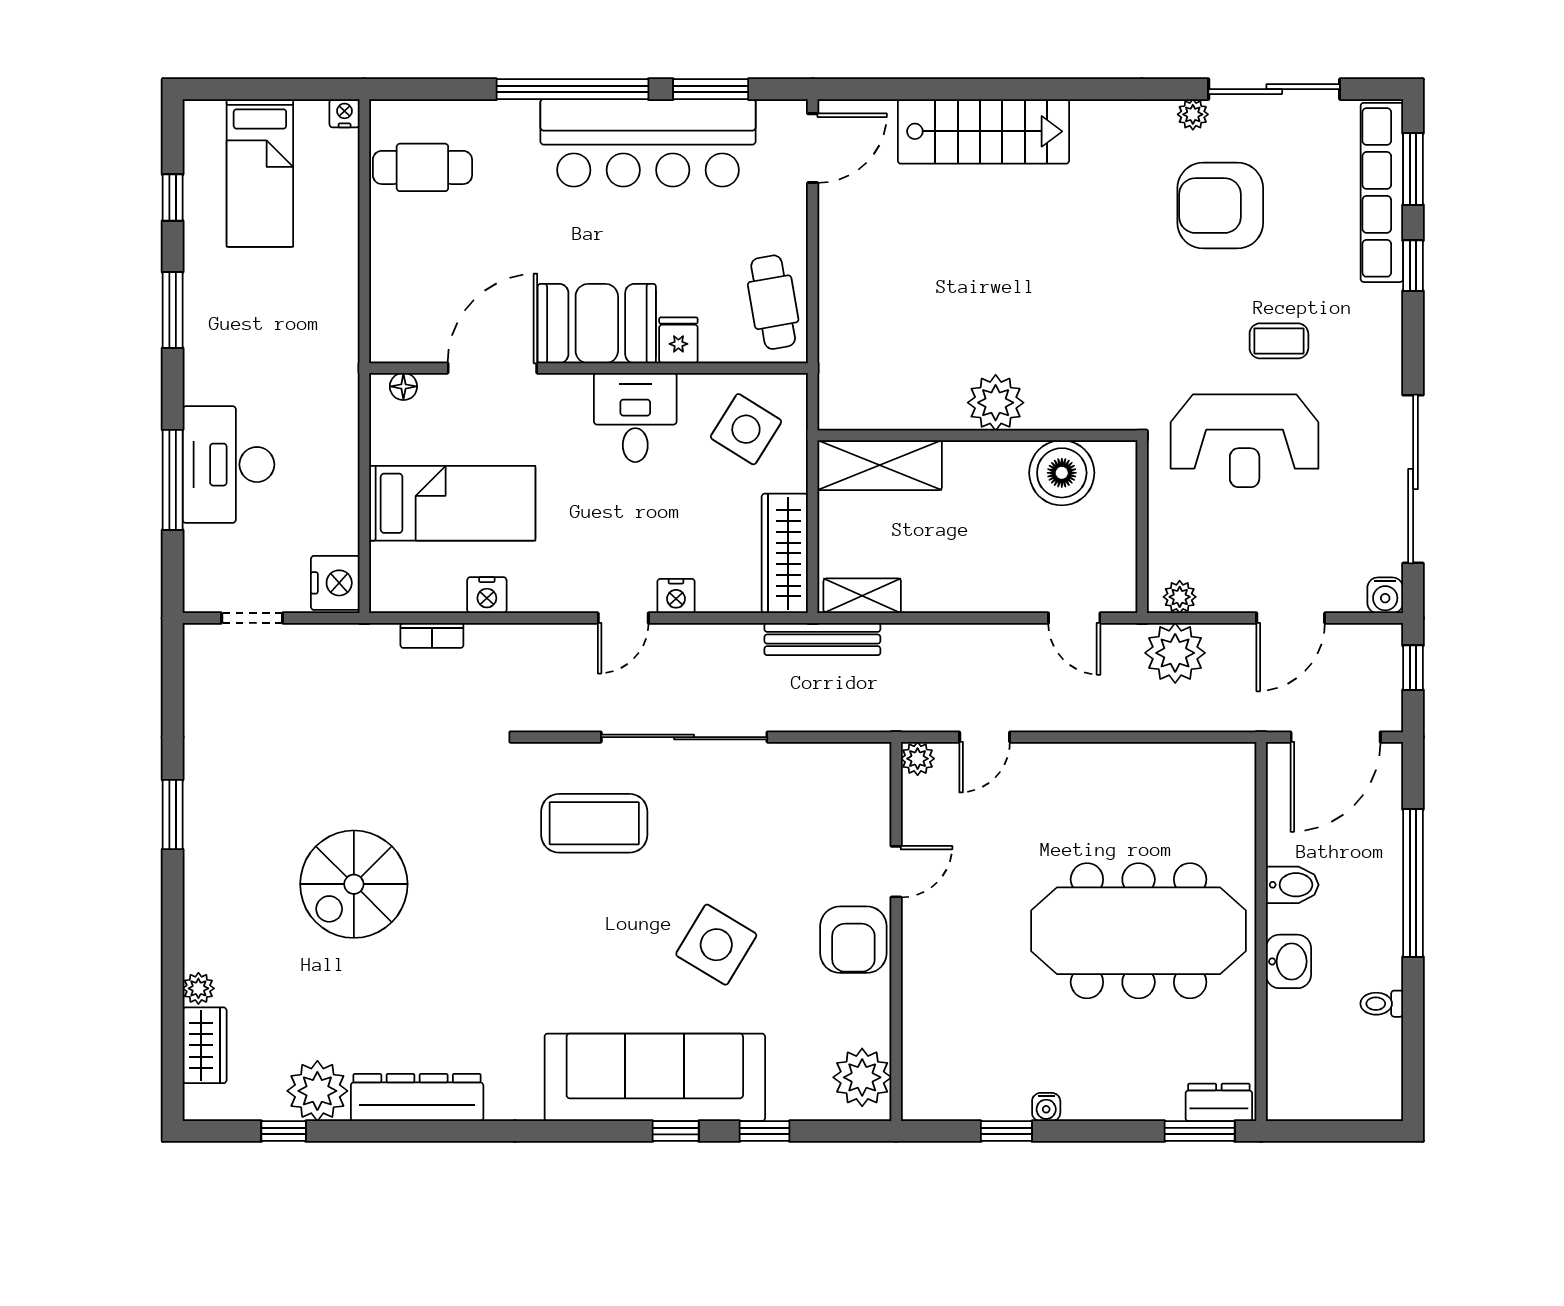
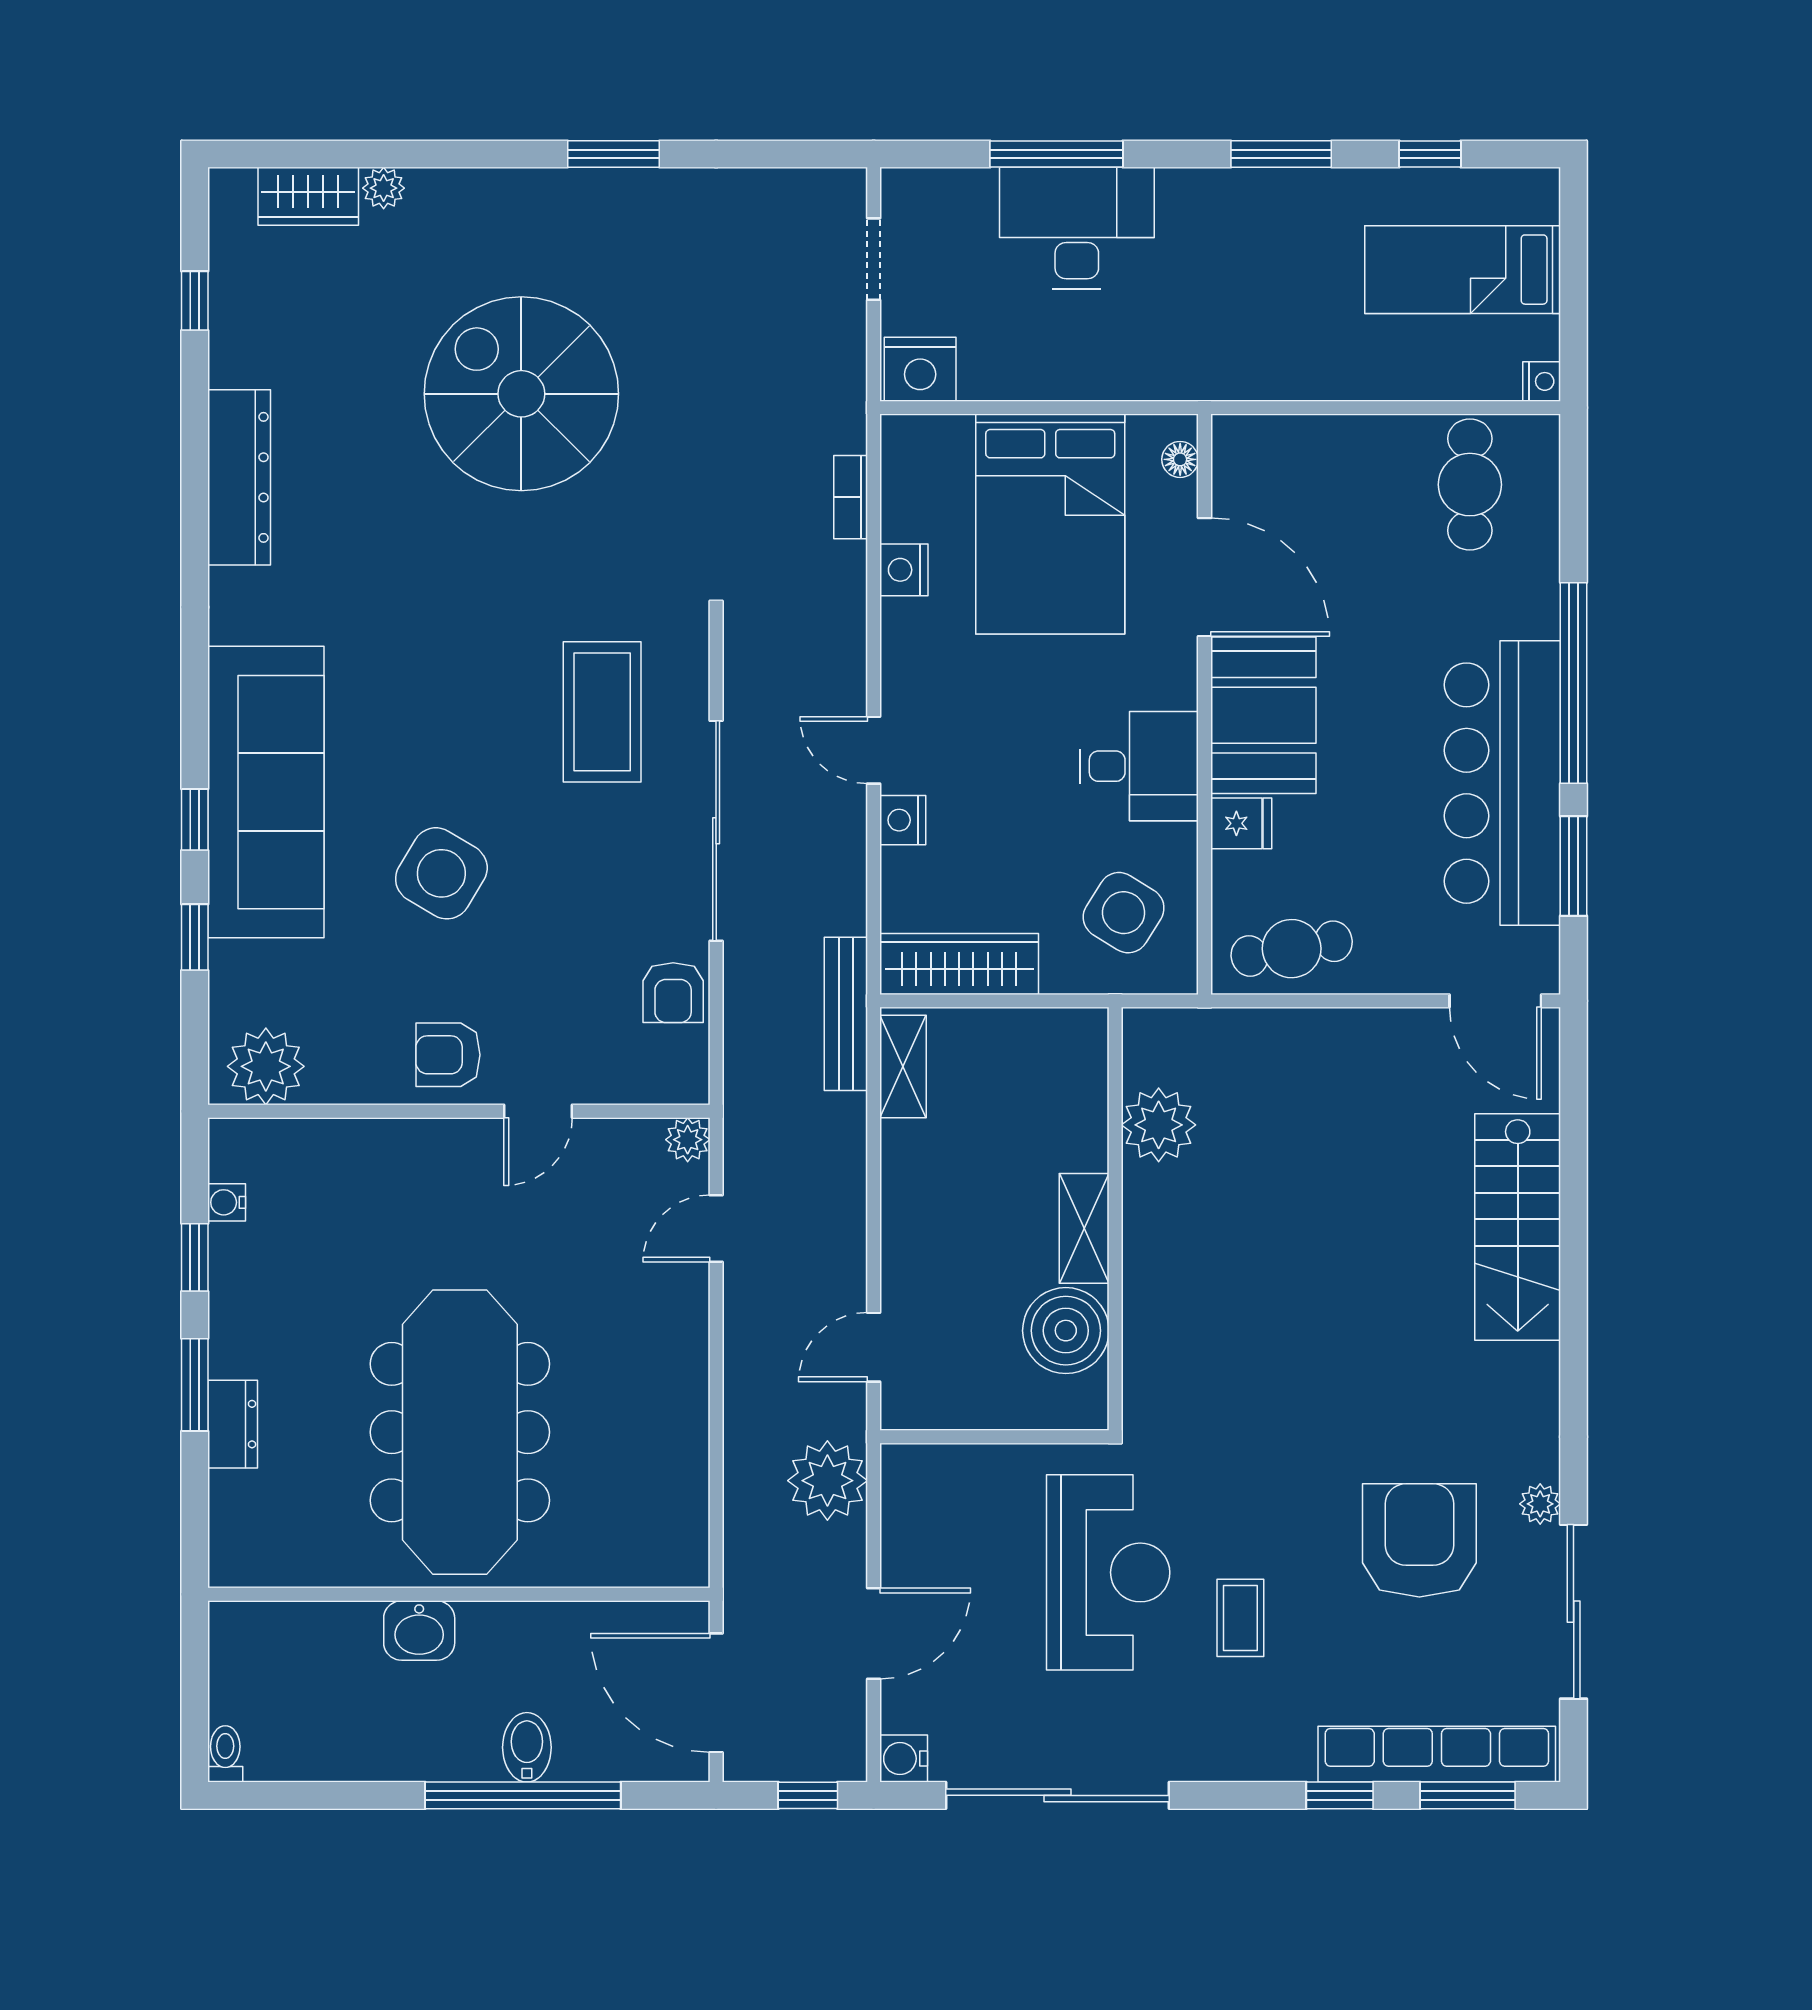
plant: (996, 403) -> (1159, 1125), moved
reception desk: (1245, 441) -> (1108, 1572), turned 180
shelving: (880, 465) -> (1084, 1228), moved, width x0.67, depth x0.75
bed: (452, 503) -> (1050, 524), width x1.50
plant: (1180, 597) -> (902, 1487), removed
door: (1291, 618) -> (874, 1633), swing flipped
door: (985, 737) -> (716, 1229), hinge flipped
armchair: (806, 770) -> (673, 993), added
door: (896, 872) -> (538, 1111), hinge flipped
spiral stairs: (354, 884) -> (521, 394), width x1.37, depth x1.37
bidet: (1292, 885) -> (527, 1747), moved, turned 180
armchair: (853, 940) -> (448, 1055), width x0.72, depth x0.72
toilet: (1382, 1004) -> (225, 1754), moved
plant: (317, 1091) -> (248, 345), removed
dresser: (1219, 1102) -> (233, 1424), moved
water cooler: (1046, 1107) -> (227, 1202), moved
window: (1200, 1131) -> (195, 1385), moved

